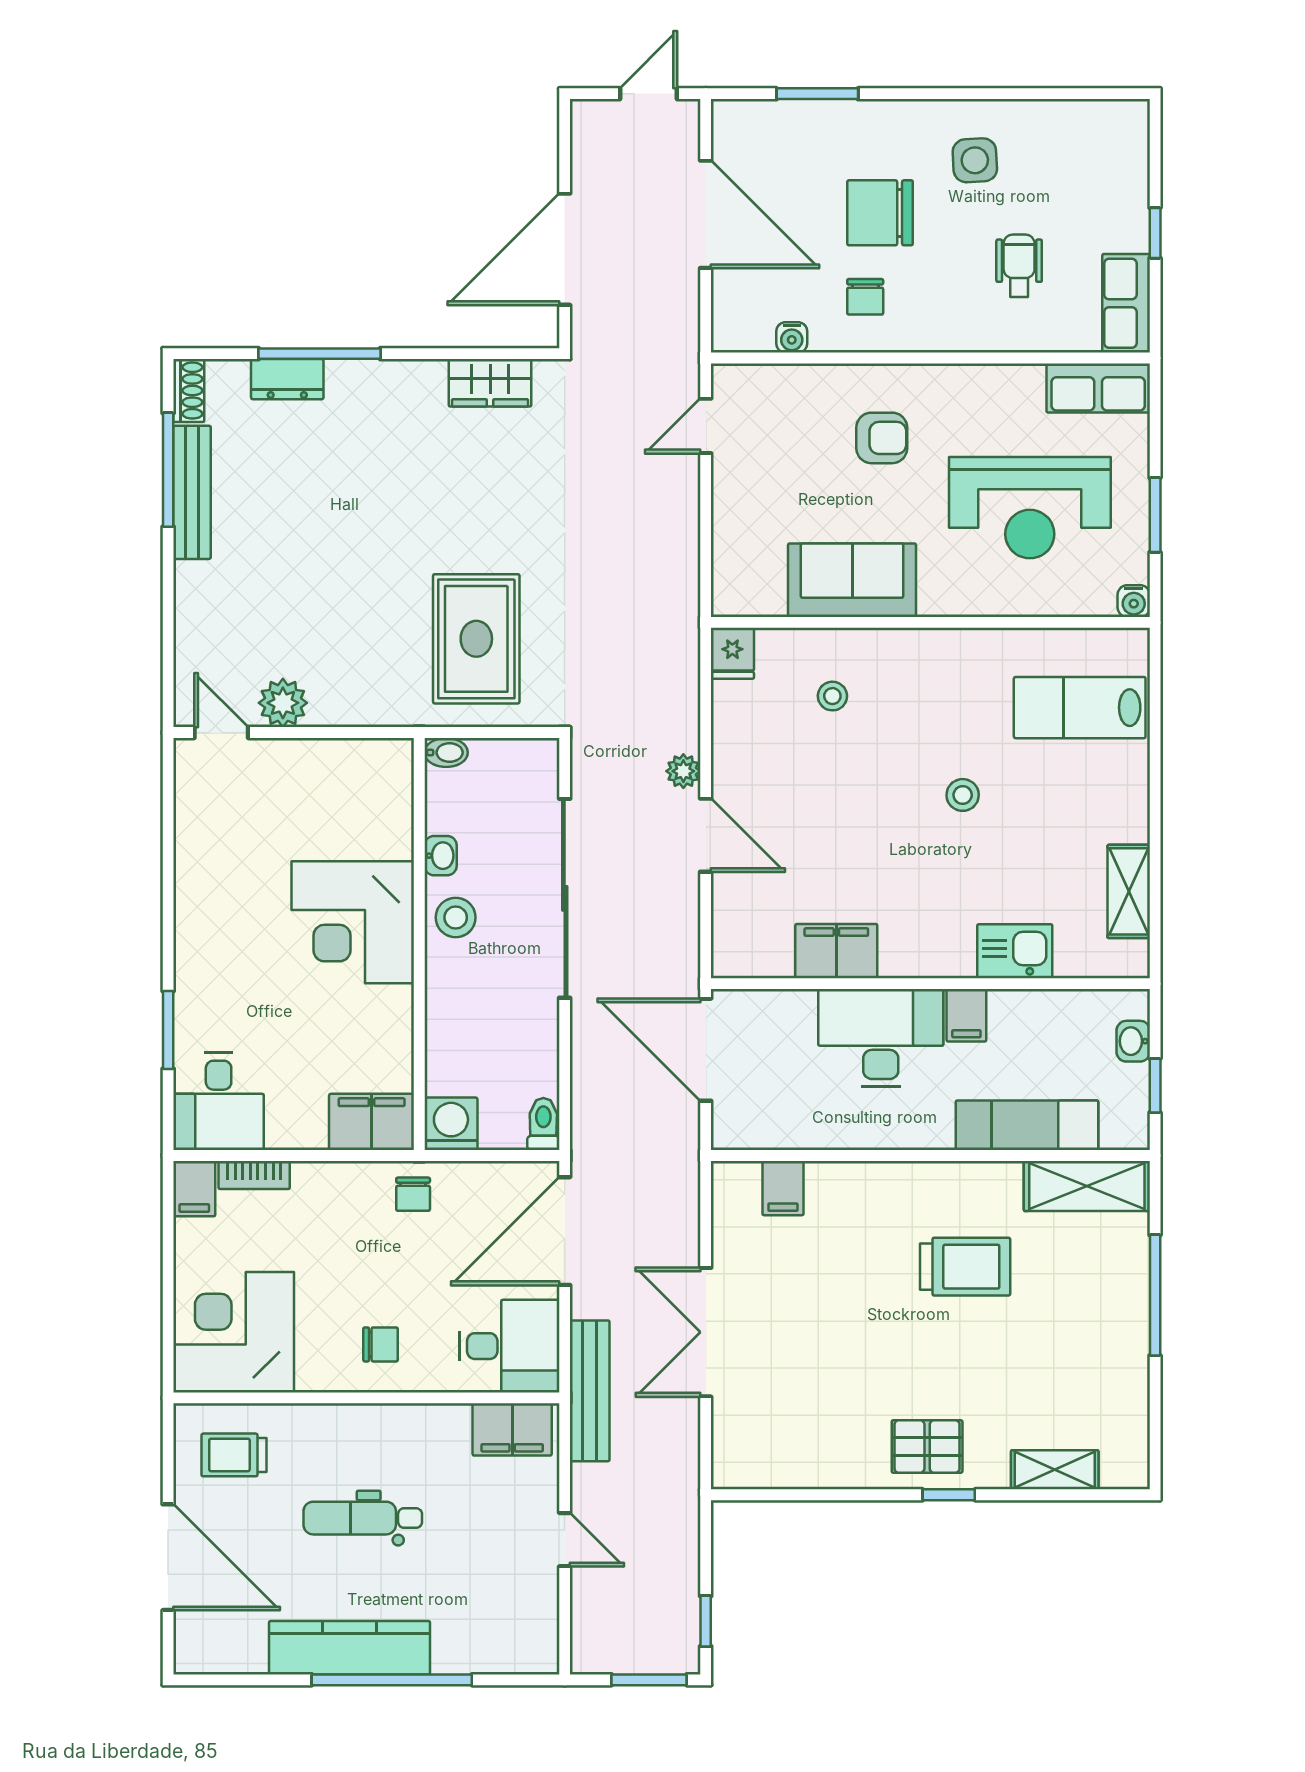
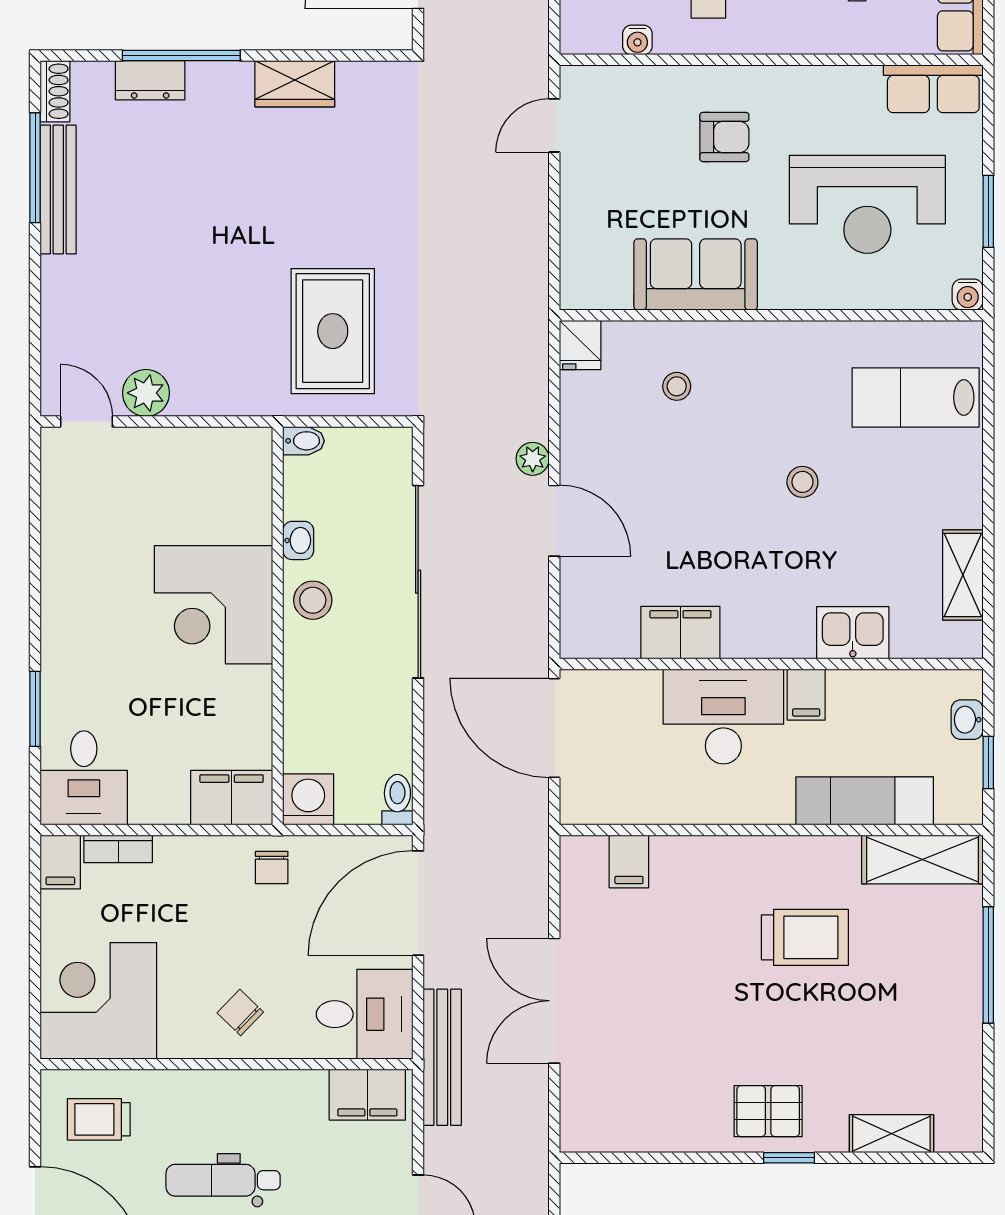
wardrobe: (490, 383) -> (295, 84), moved
chair: (381, 1344) -> (240, 1013), turned -136

